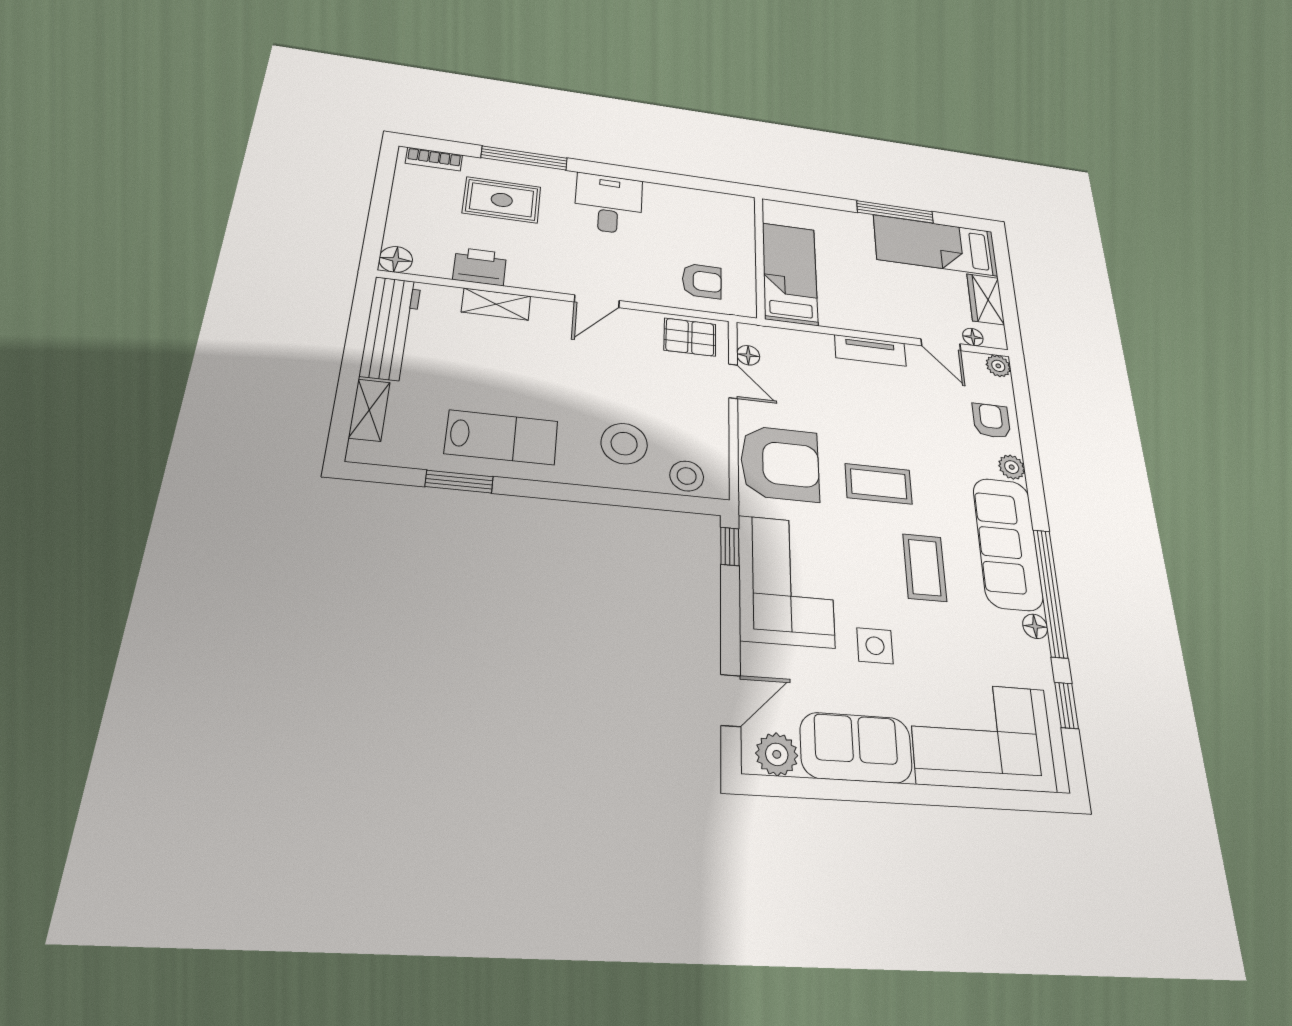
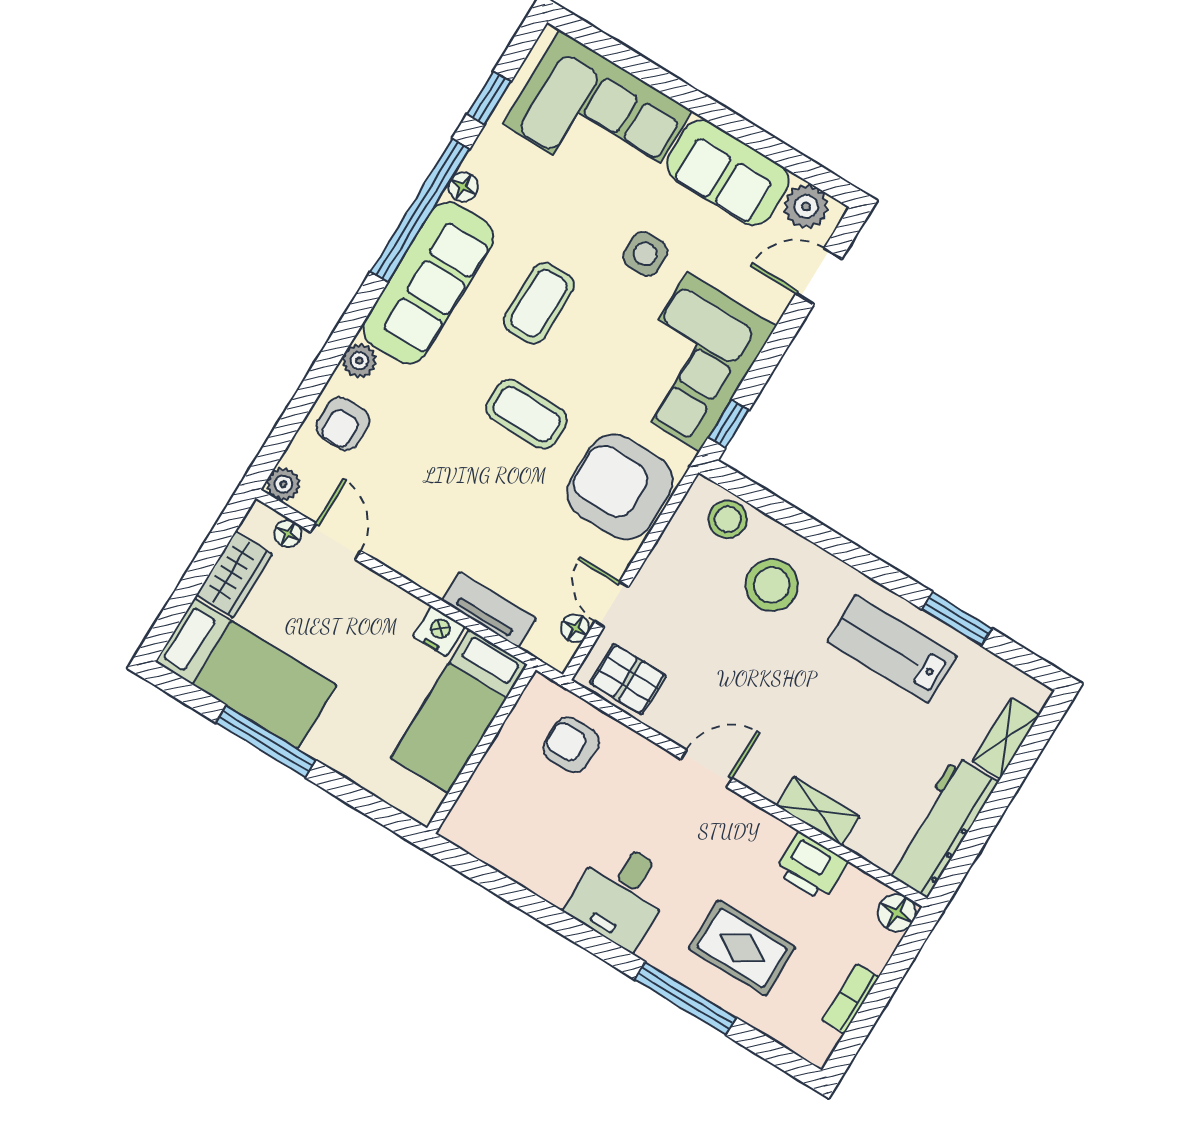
bookcase: (434, 159) -> (850, 999), moved, turned -90
nightstand: (837, 317) -> (439, 631), added
tv unit: (870, 350) -> (489, 609), moved

